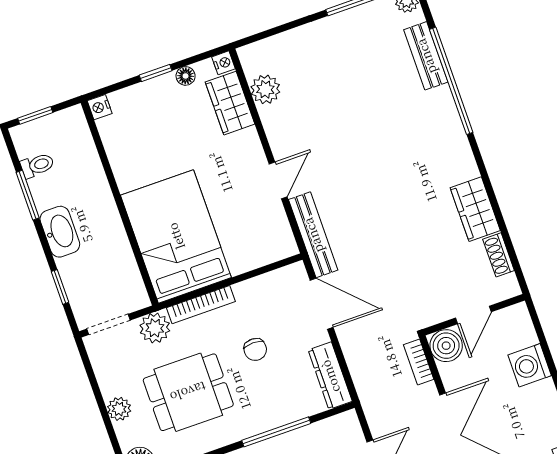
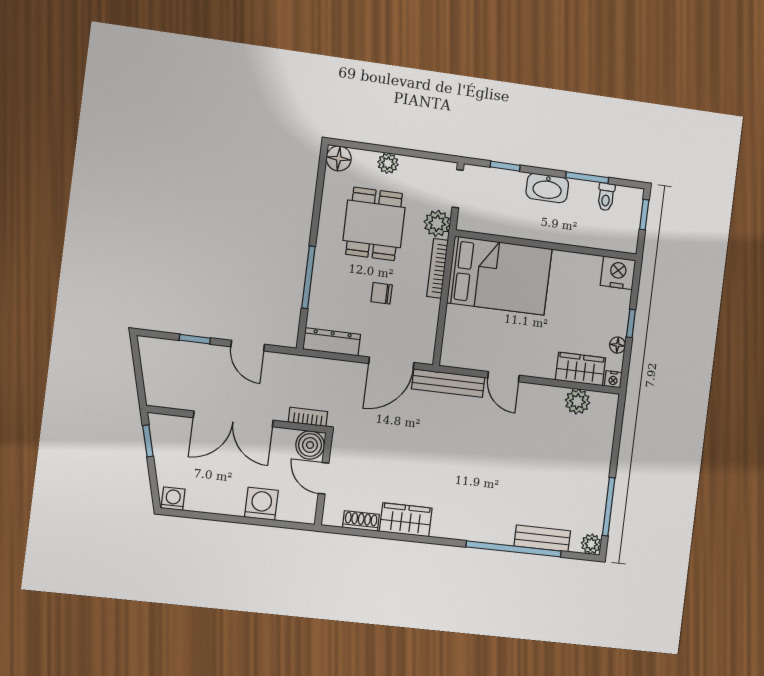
nightstand: (100, 107) -> (618, 273), width x1.89, depth x1.79

